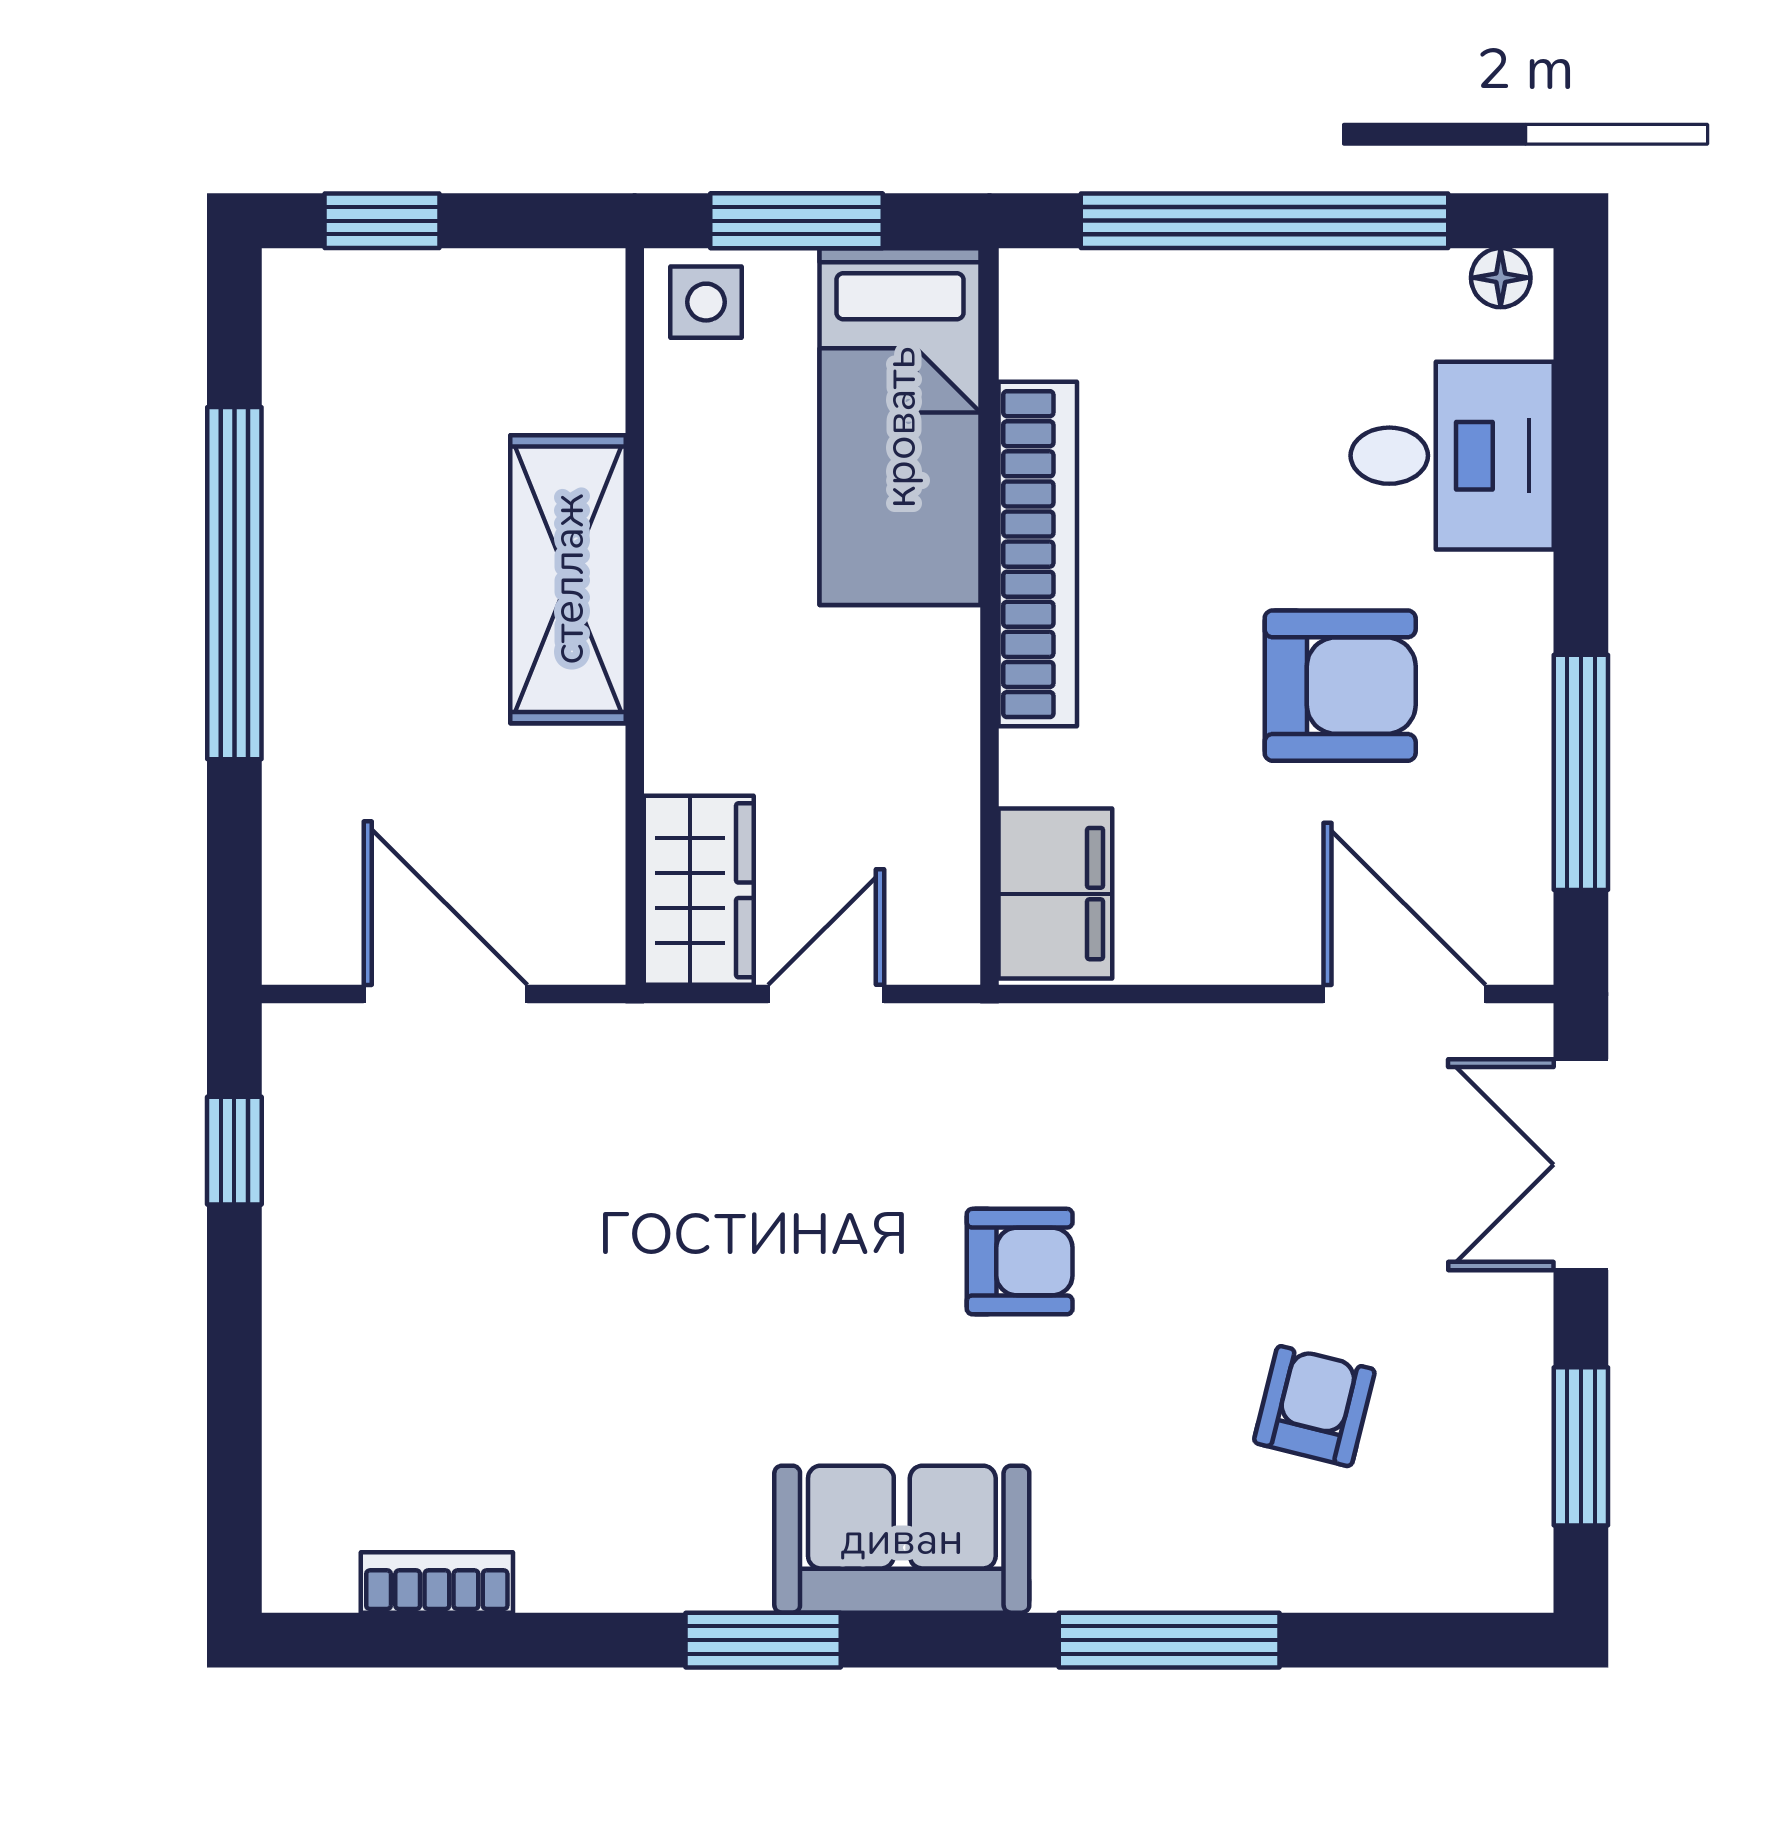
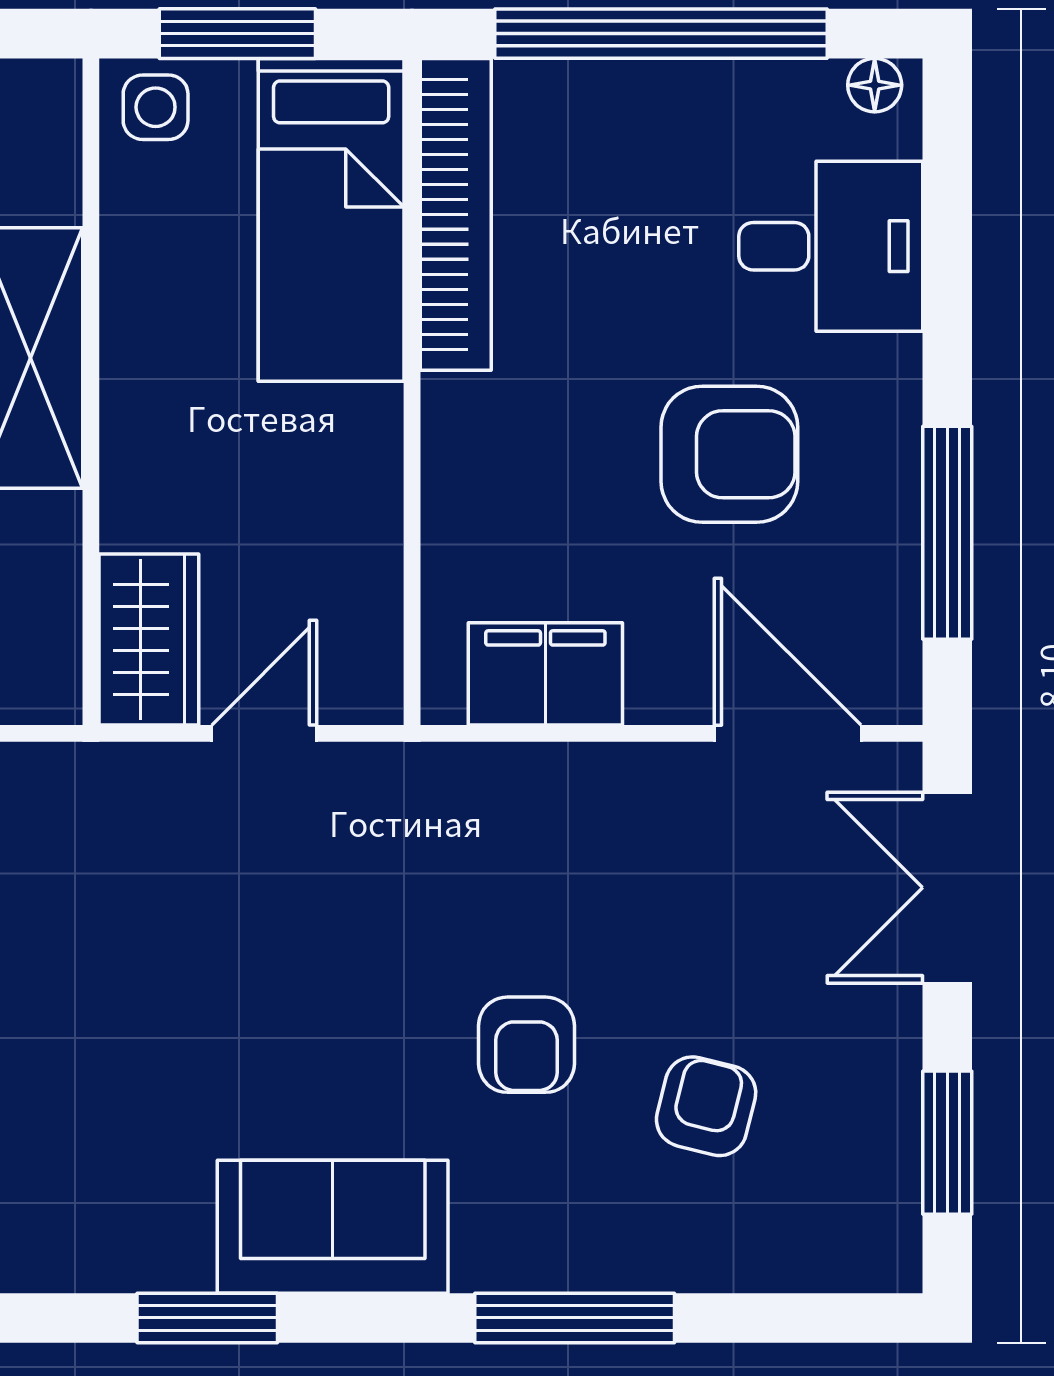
bookcase: (1038, 554) -> (456, 214), moved
filing cabinet: (1055, 894) -> (545, 674), moved, turned -90
armchair: (1020, 1262) -> (527, 1045), moved, turned 90

